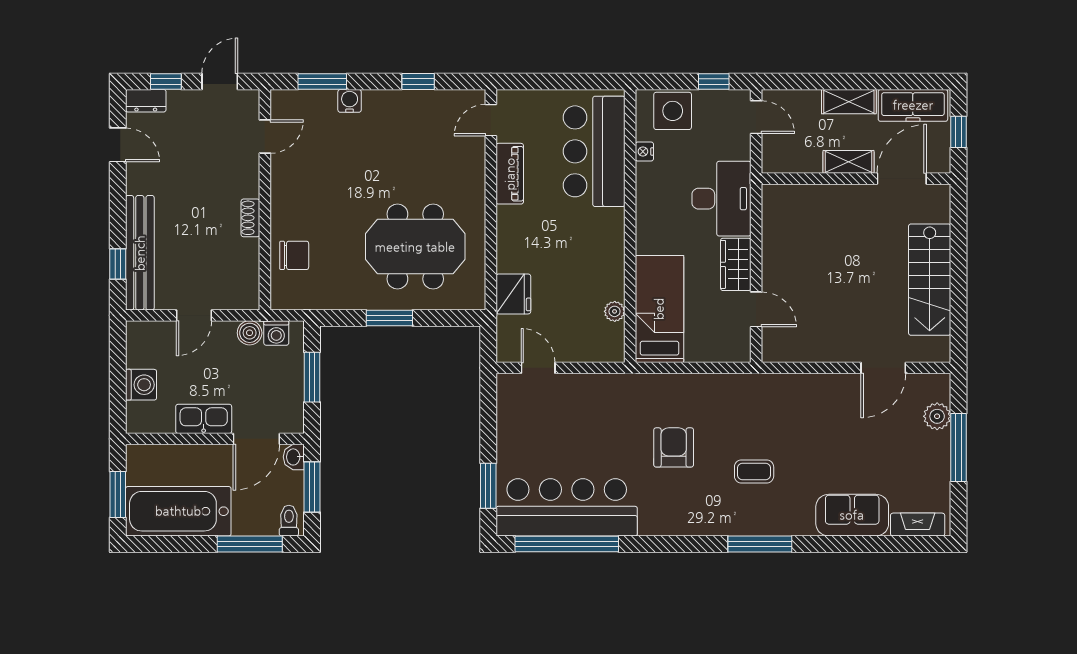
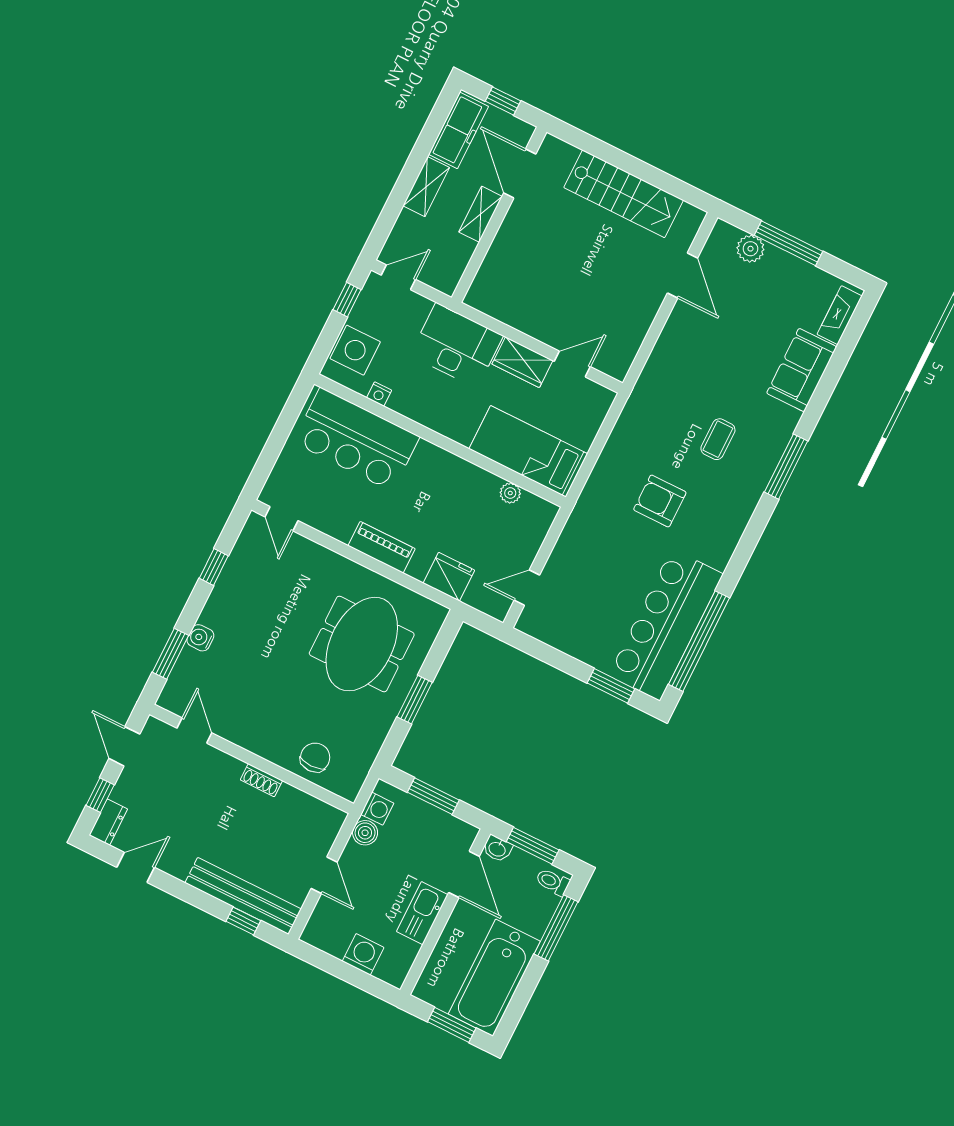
piano: (510, 174) -> (382, 547), moved

